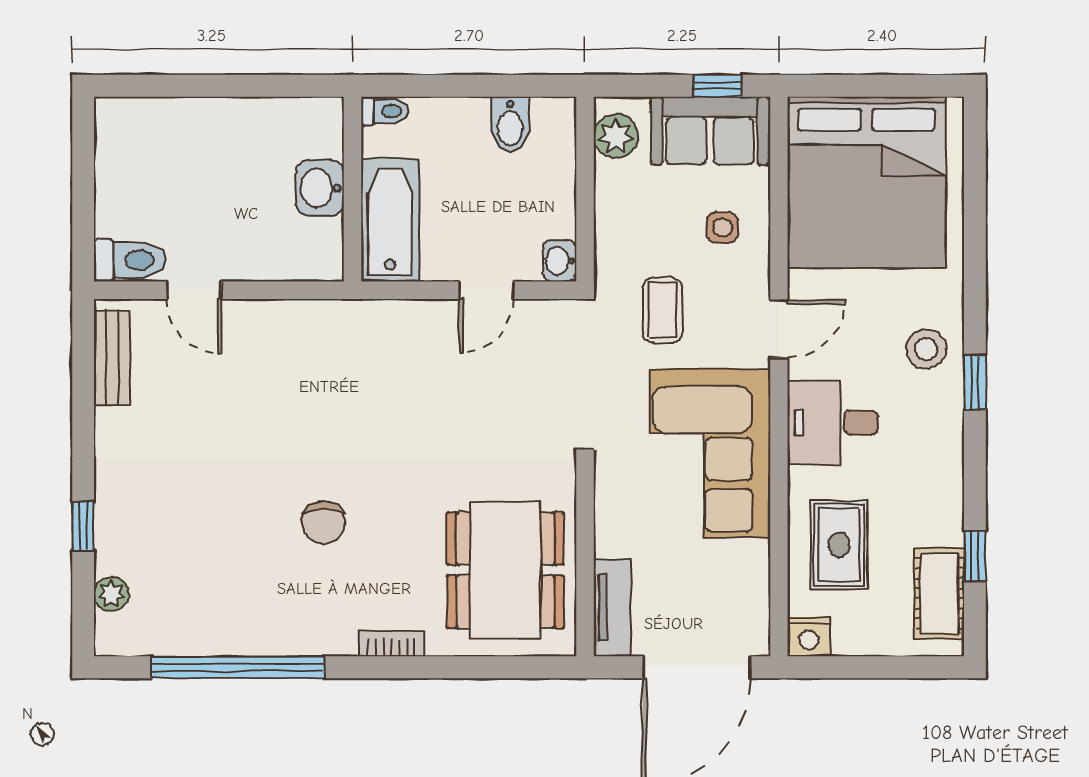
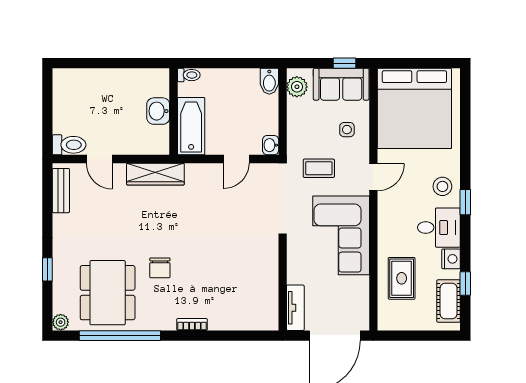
bidet: (510, 124) -> (269, 81), moved
coffee table: (662, 310) -> (319, 168), turned 90
wardrobe: (314, 323) -> (155, 174), added
desk: (833, 423) -> (439, 228), moved, turned 180
dining table: (505, 570) -> (108, 293), moved
plant: (111, 594) -> (61, 322), moved
nightstand: (809, 637) -> (451, 259), moved, turned -90

